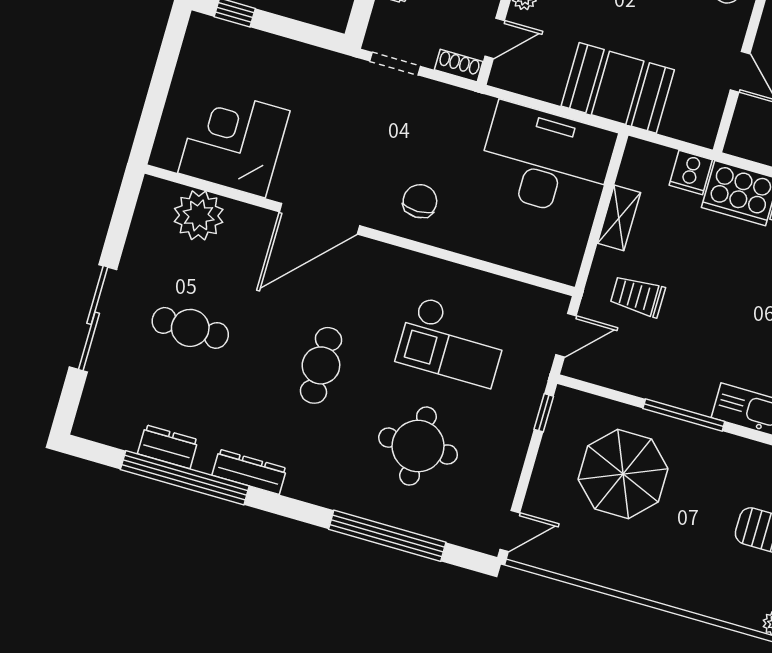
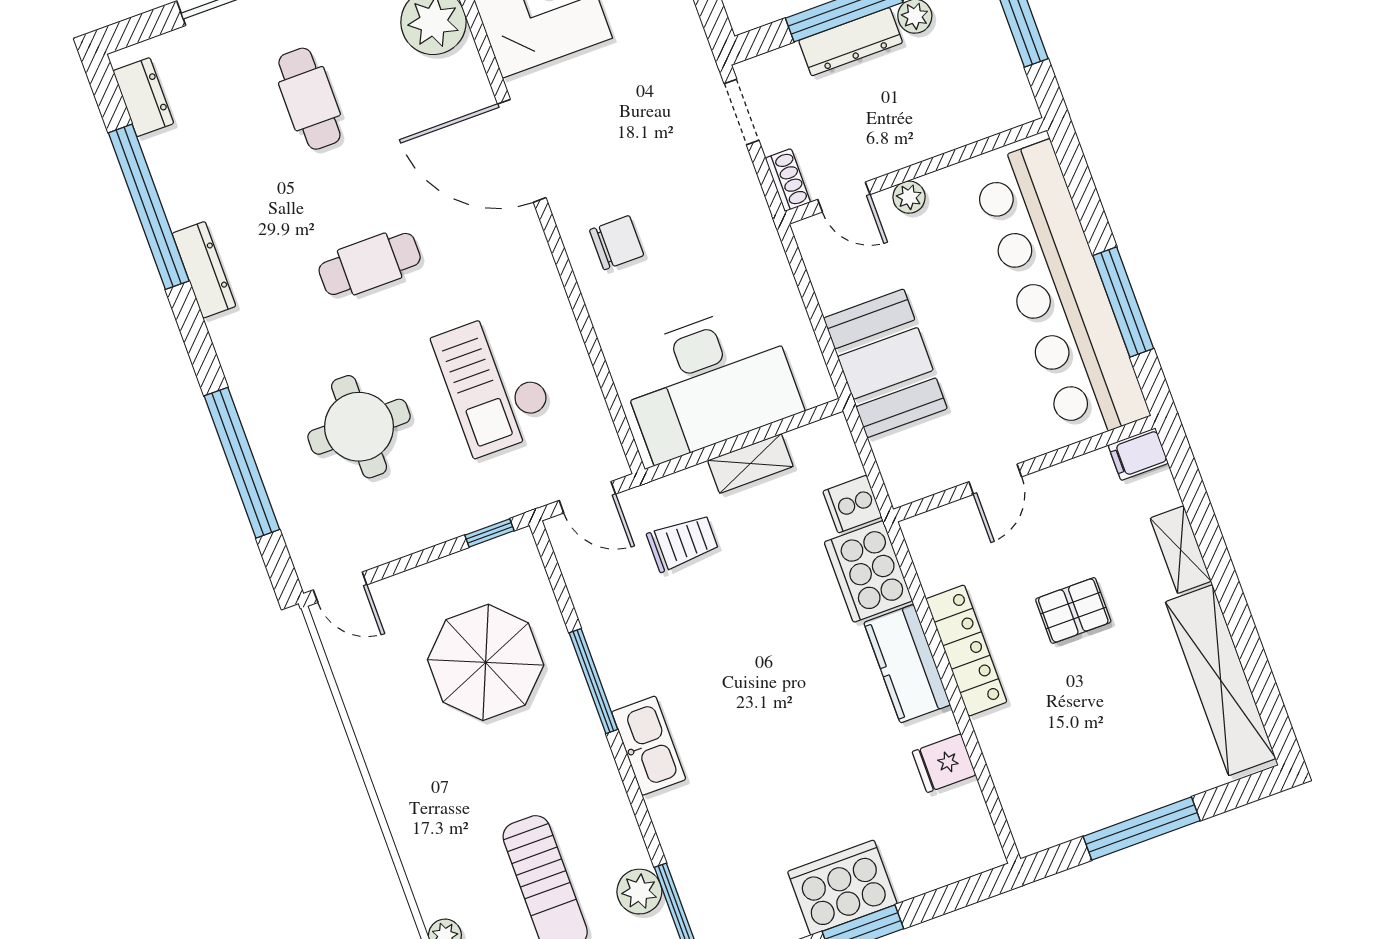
desk: (546, 161) -> (709, 382), moved, turned 90
trolley: (638, 296) -> (683, 543), turned 90
dresser: (168, 447) -> (143, 97), moved

